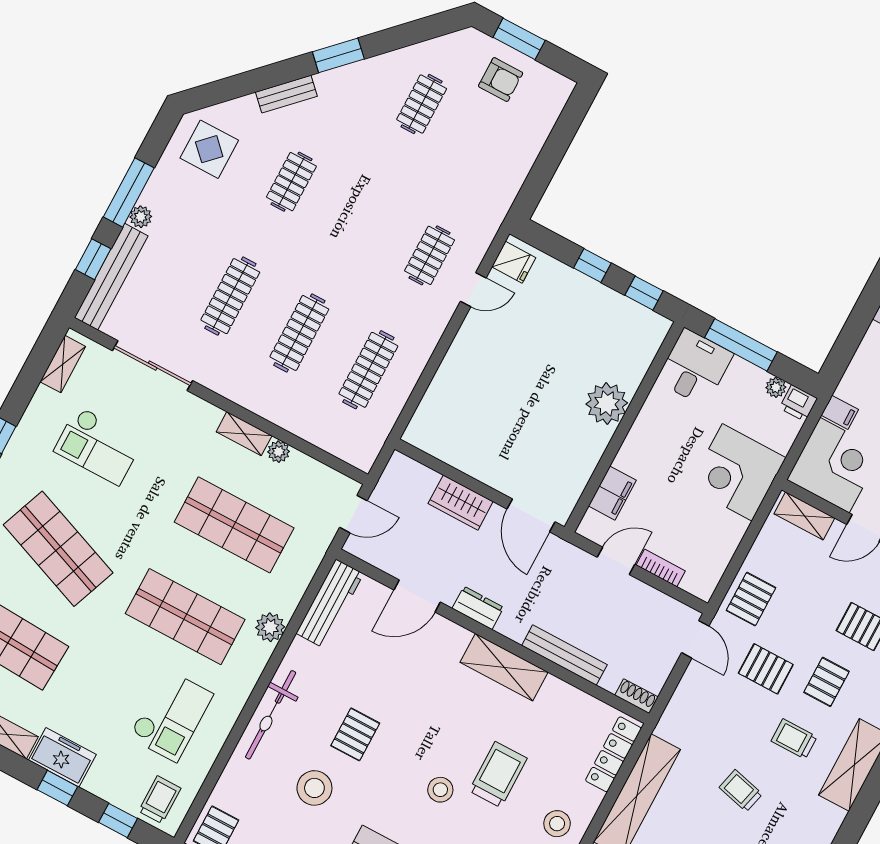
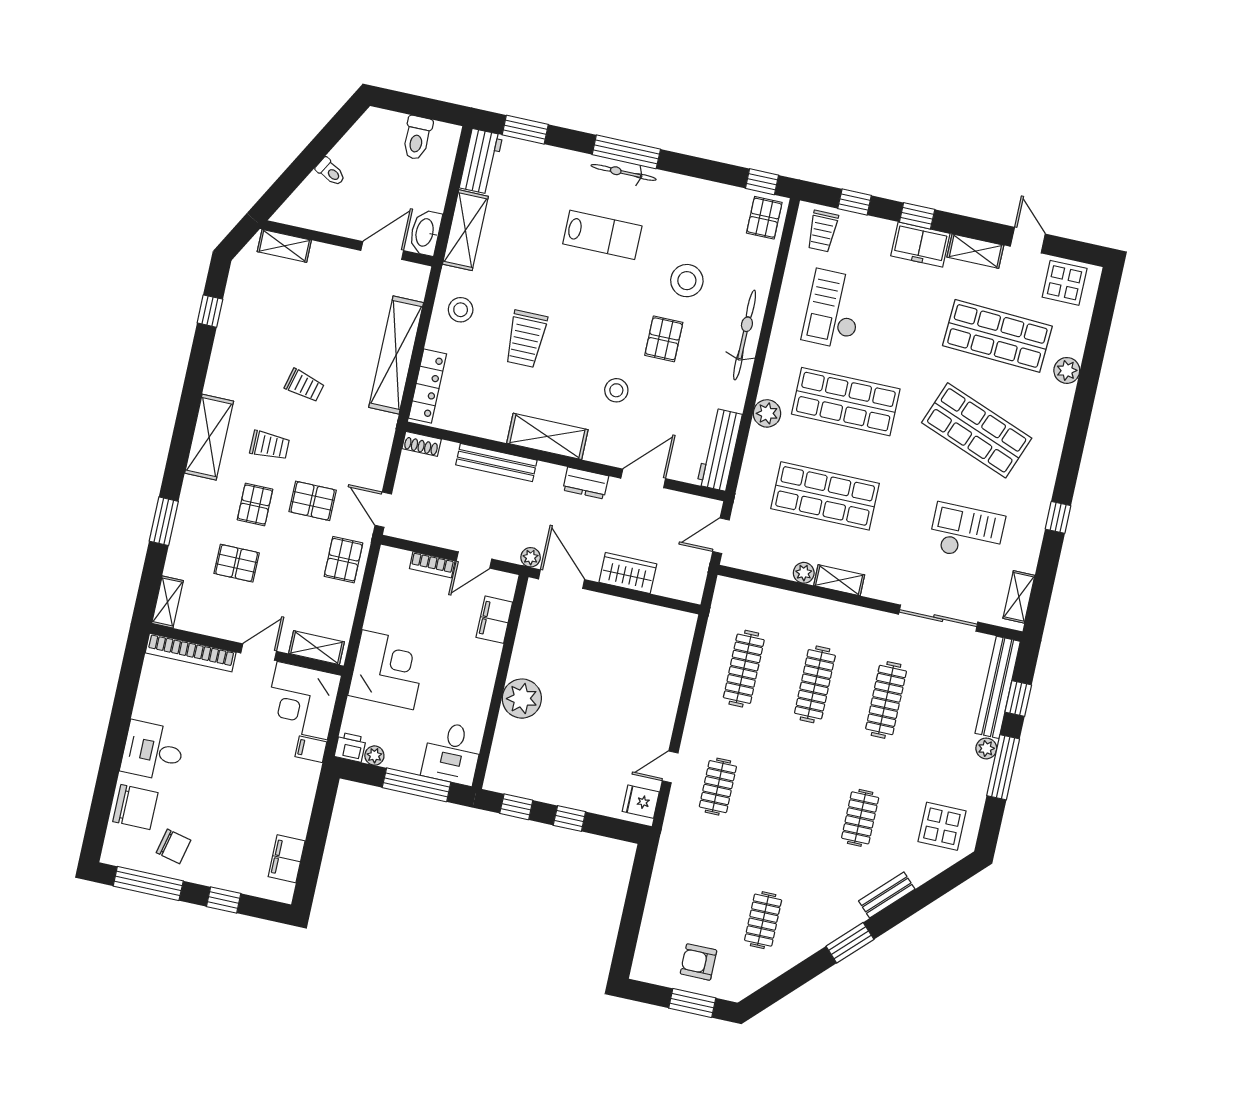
plant: (557, 547) -> (531, 557), added
stool: (440, 790) -> (616, 390), moved

